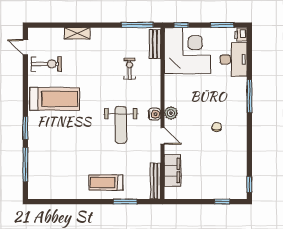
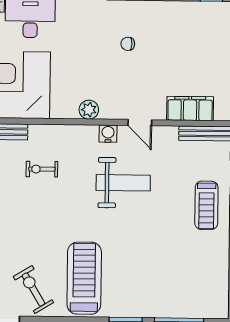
exercise bike: (46, 64) -> (33, 289), turned -31
plant: (171, 113) -> (89, 110), moved
door: (162, 136) -> (140, 123), swing flipped

